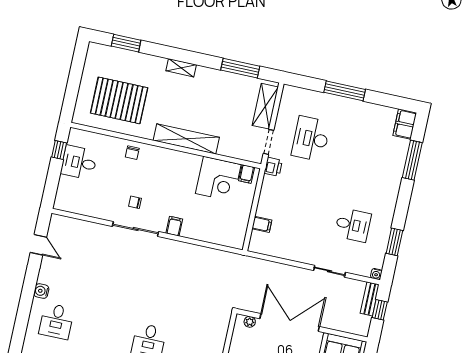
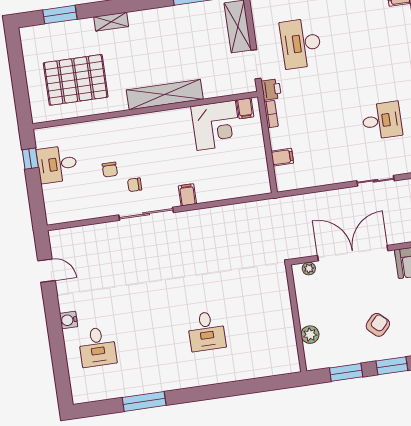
shelving: (181, 68) -> (111, 22), moved
chair: (132, 153) -> (110, 170), moved
bookcase: (266, 187) -> (271, 114), added

